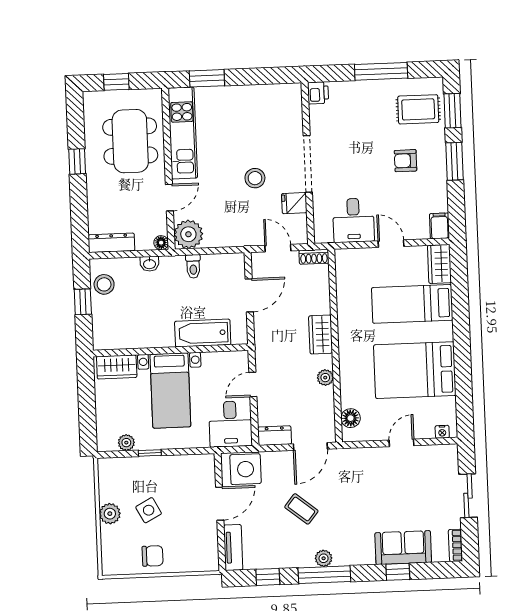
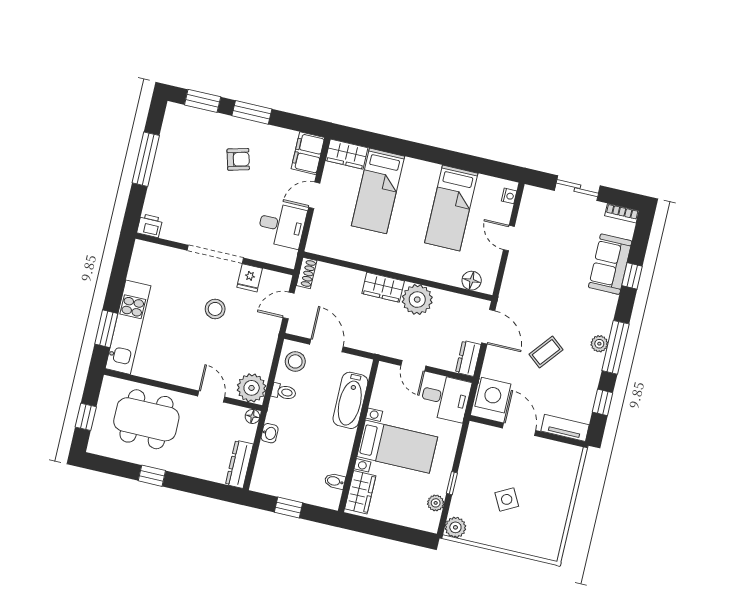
rug: (418, 109) -> (192, 134), removed
kitchen unit: (183, 133) -> (128, 327), moved, turned 90
armchair: (406, 161) -> (238, 159), turned -105
filing cabinet: (440, 226) -> (308, 153), width x2.00
stool: (104, 284) -> (295, 361), moved
bidet: (121, 339) -> (335, 481), added
bed: (415, 370) -> (451, 208), width x0.67
plant: (325, 378) -> (417, 300), width x1.87, depth x1.87
plant: (110, 514) -> (455, 527), moved
chair: (153, 556) -> (552, 508), removed

